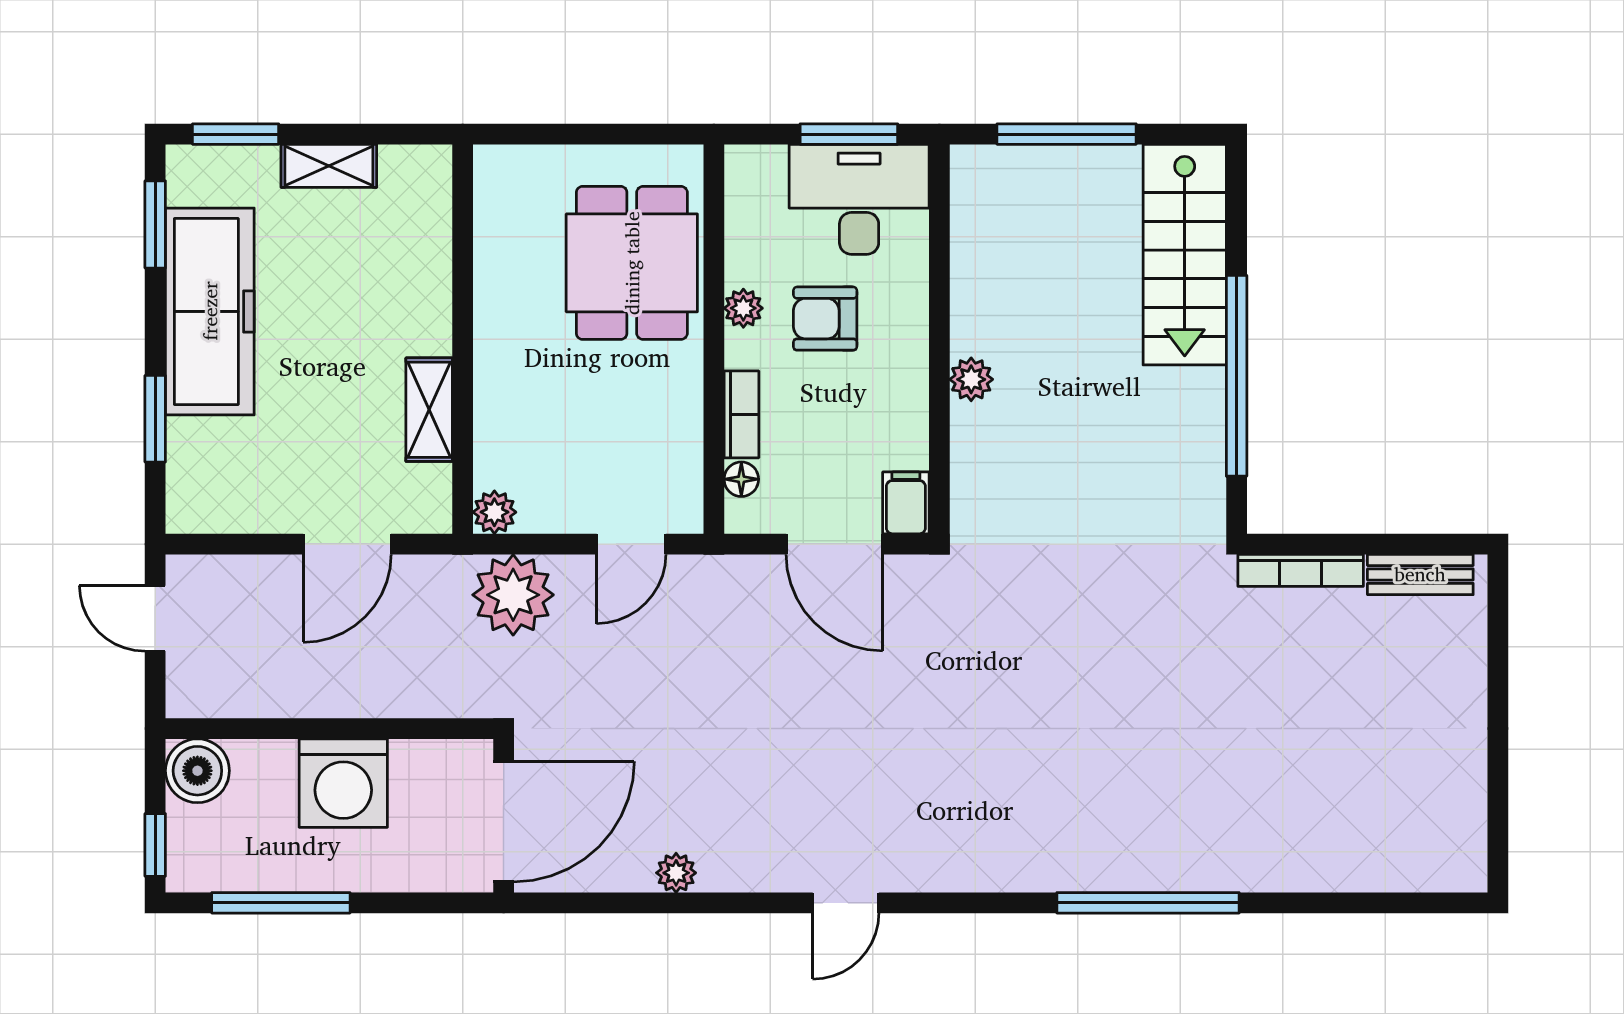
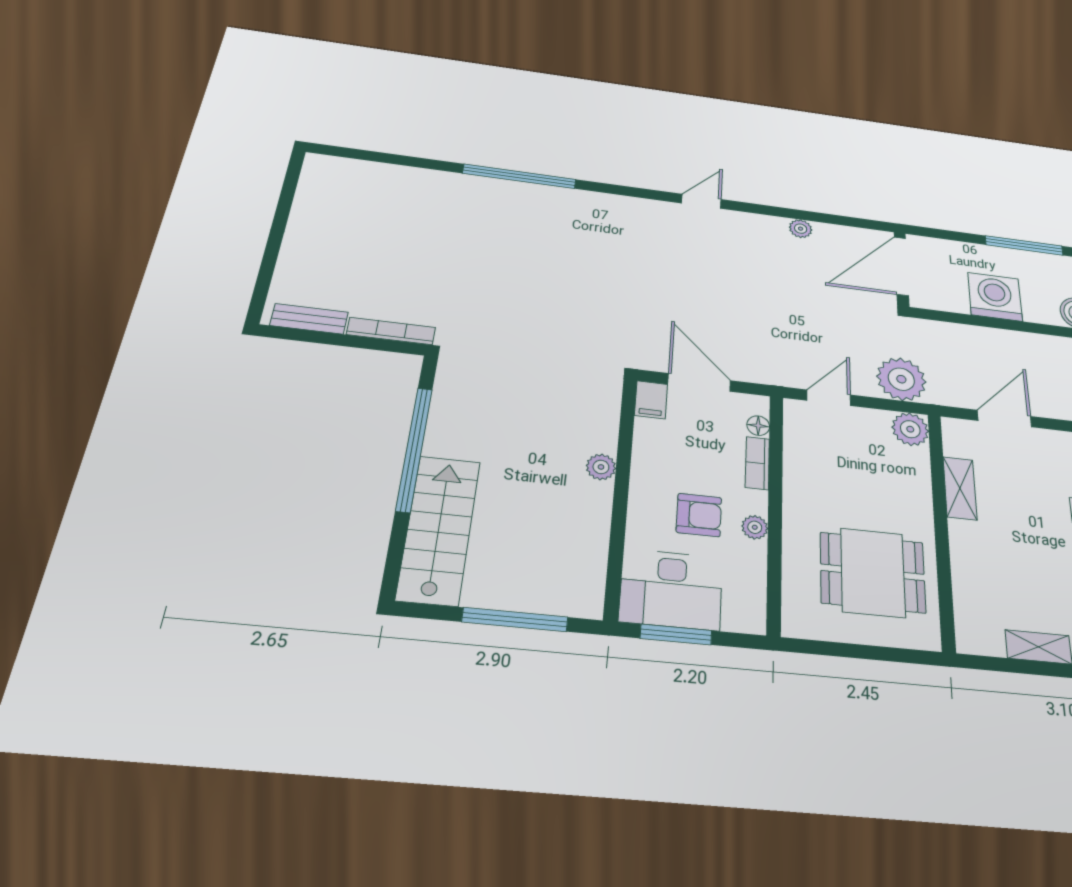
dining table: (632, 263) -> (873, 572), moved, turned 90
plant: (494, 512) -> (910, 429), width x1.38, depth x1.38

